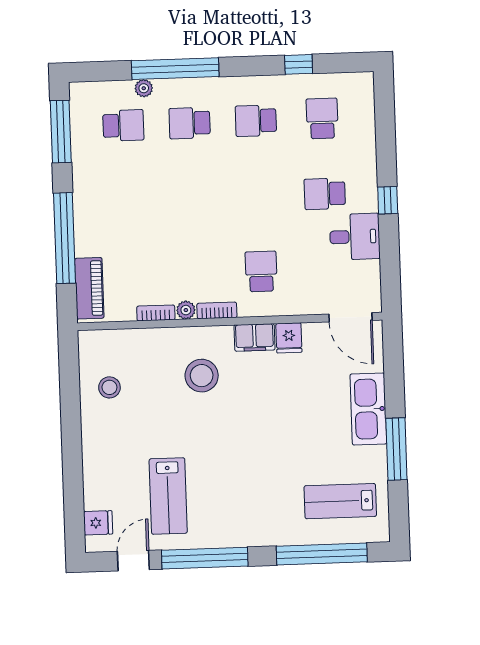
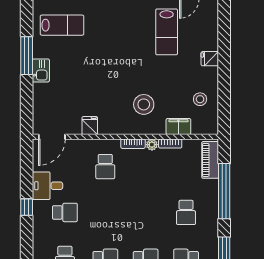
school desk: (126, 201) -> (186, 212), added
door: (350, 317) -> (52, 137), swing flipped
filing cabinet: (254, 337) -> (178, 126), moved
kitchen sink: (368, 409) -> (41, 70), width x0.53, depth x0.81
lab bench: (168, 496) -> (167, 32), turned 180
fridge: (98, 523) -> (210, 59), moved

